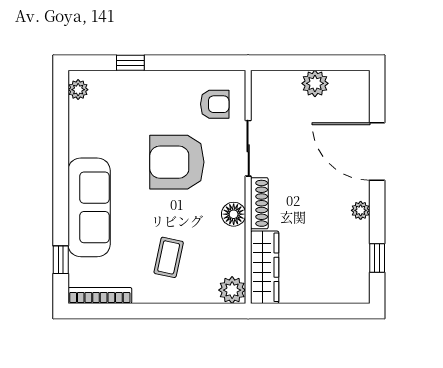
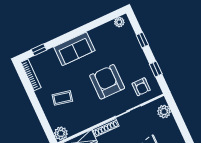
window: (195, 63) -> (156, 69), added
plant: (315, 83) -> (164, 112), moved
sofa: (89, 207) -> (74, 49), width x0.73
floor lamp: (234, 214) -> (95, 118), removed

